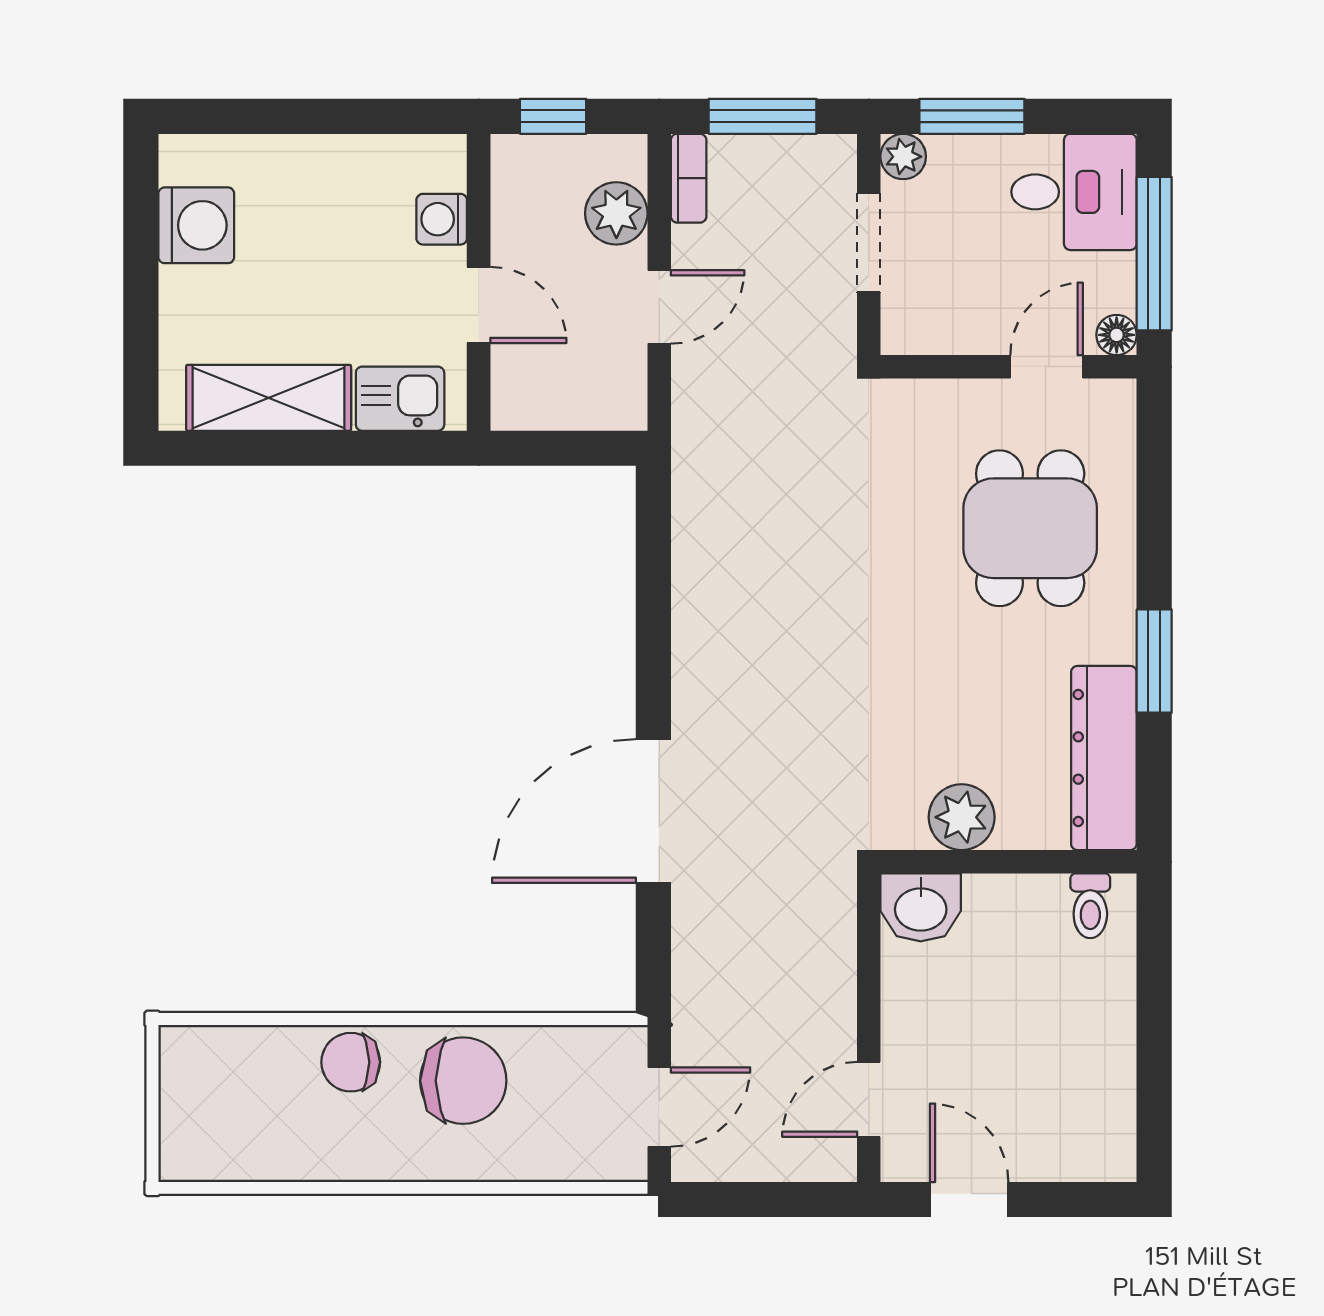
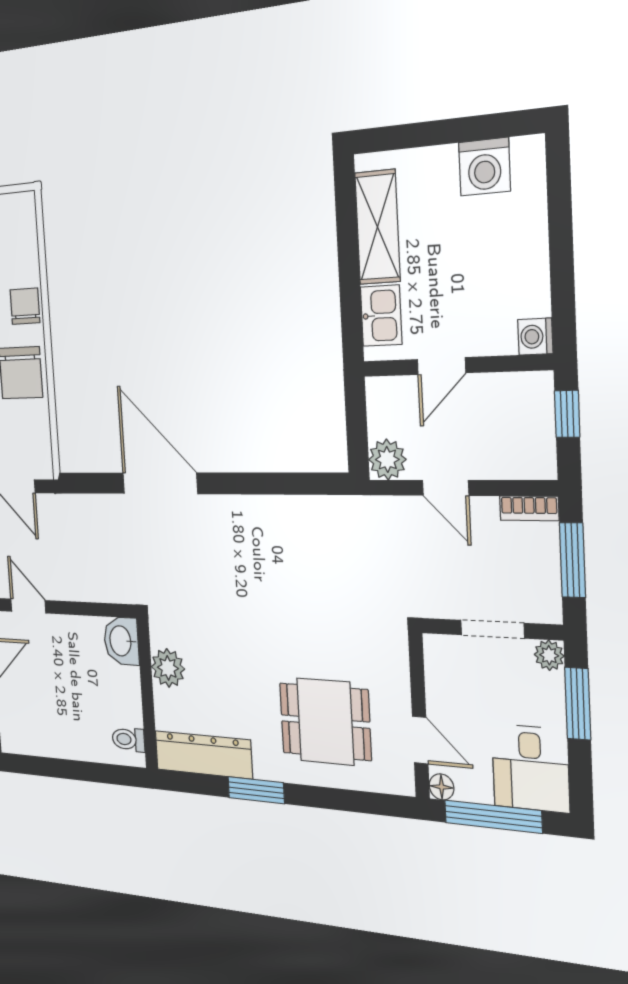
plant: (616, 213) -> (387, 459), moved
washing machine: (442, 219) -> (535, 337), moved, turned -90

